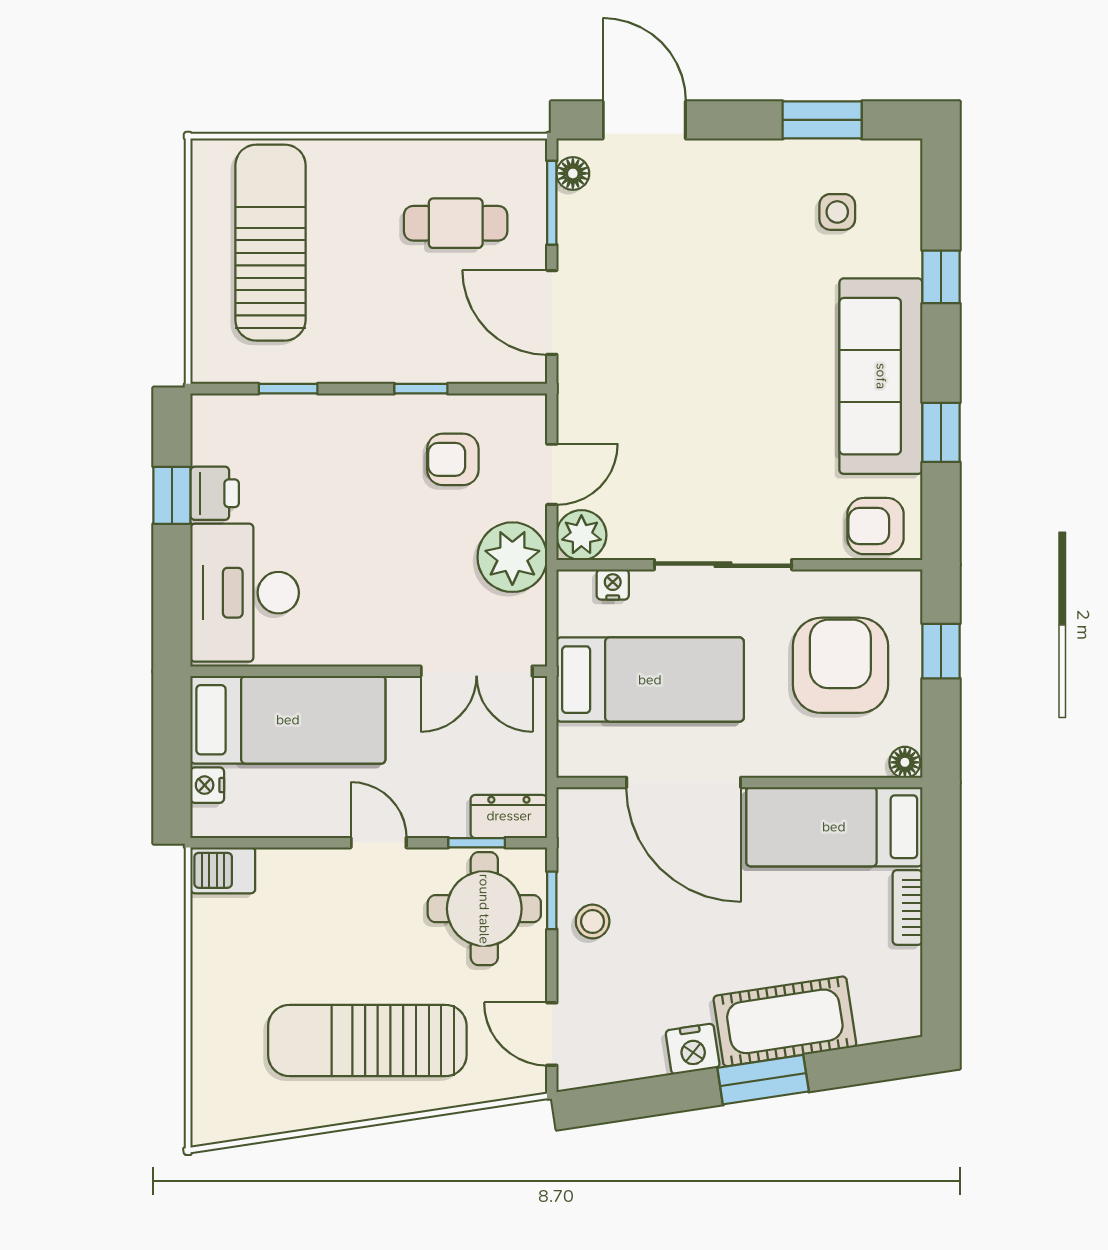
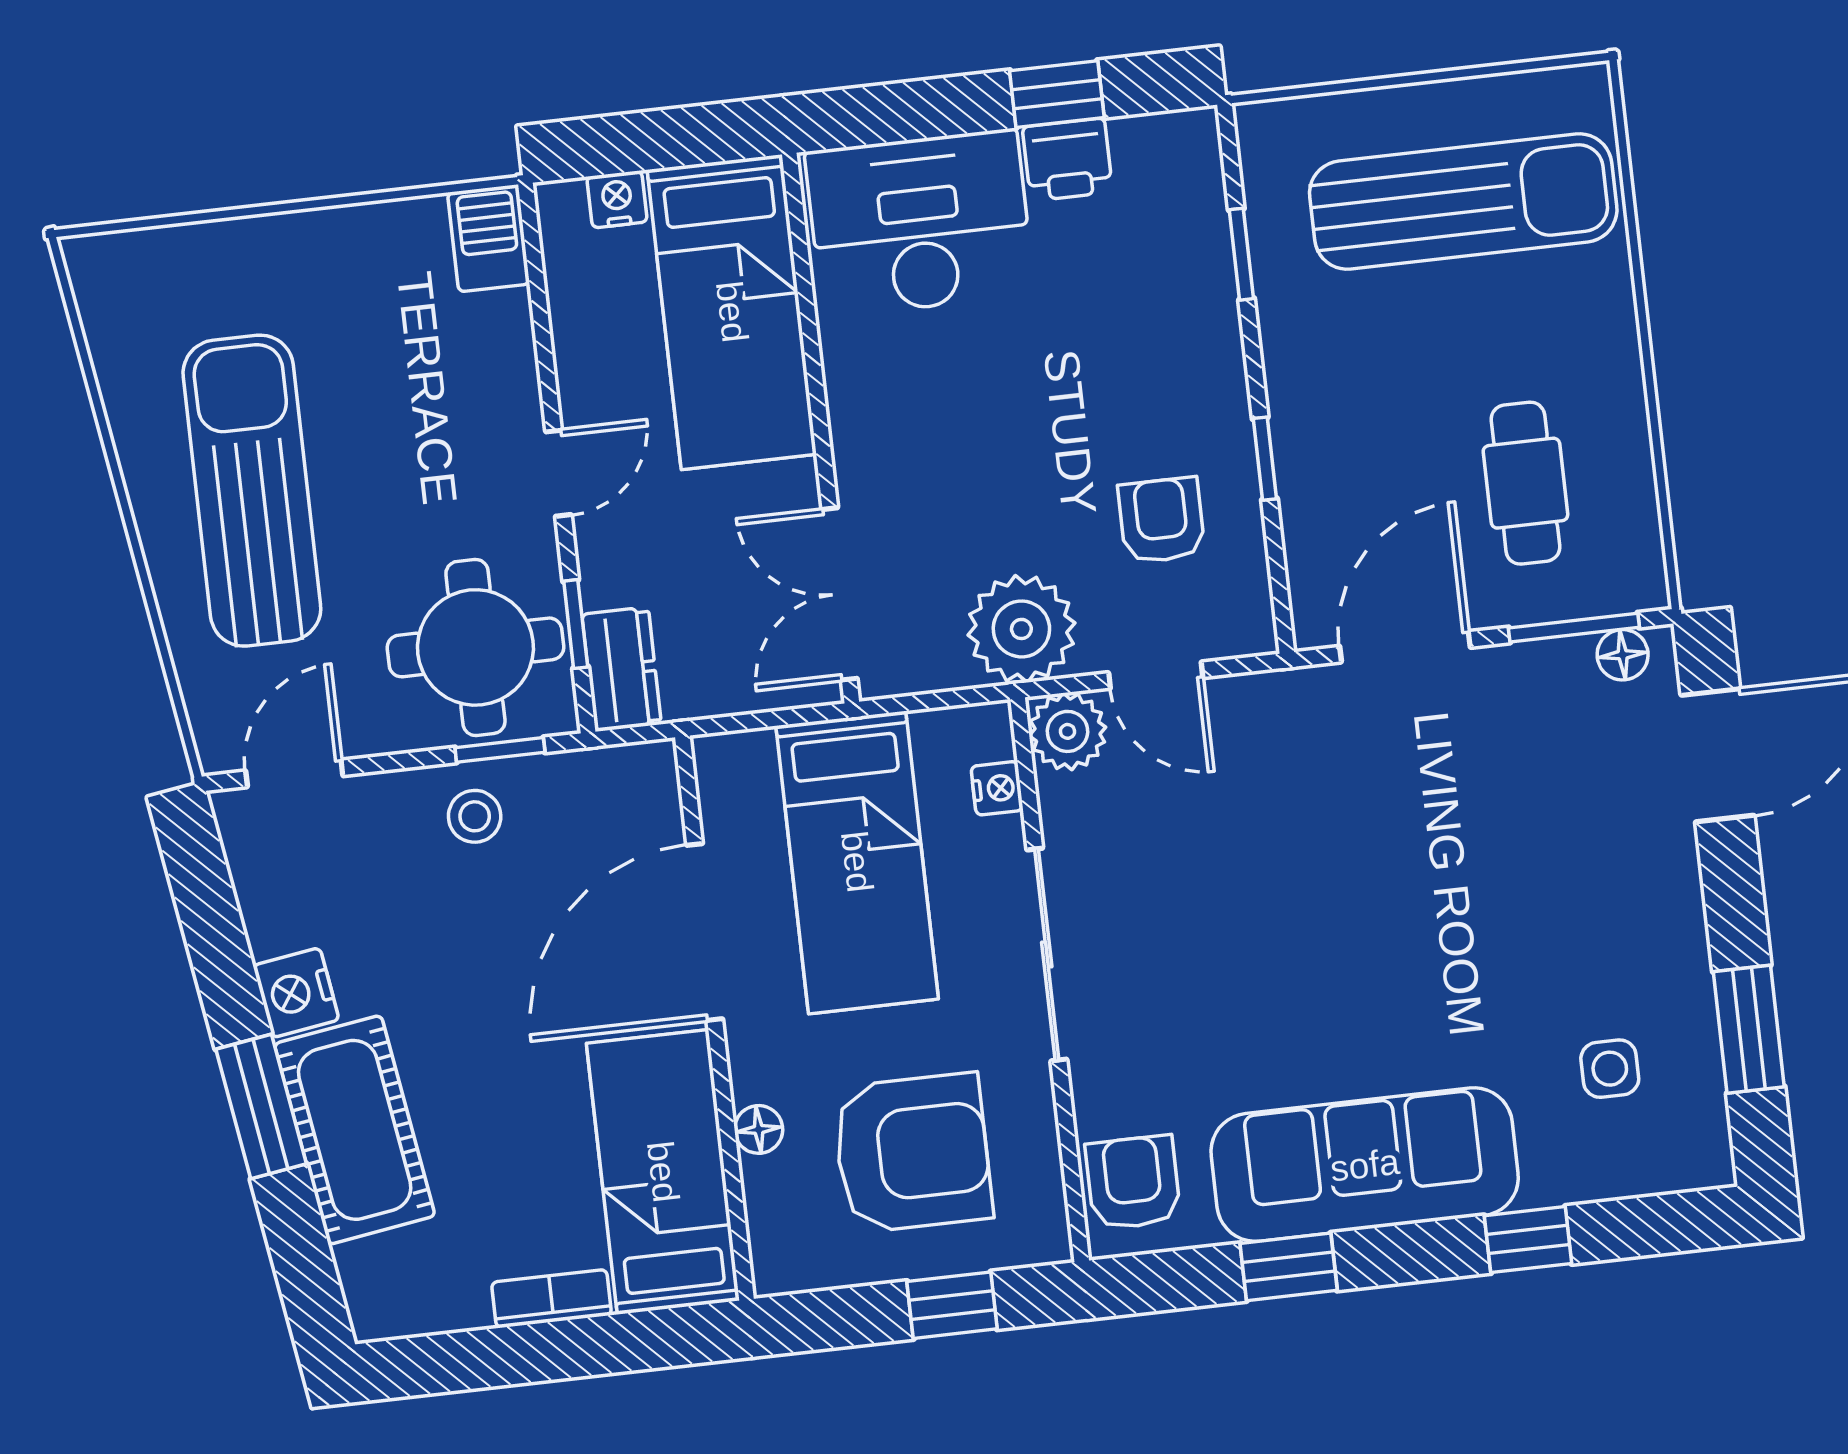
floor lamp: (905, 762) -> (759, 1129), moved

